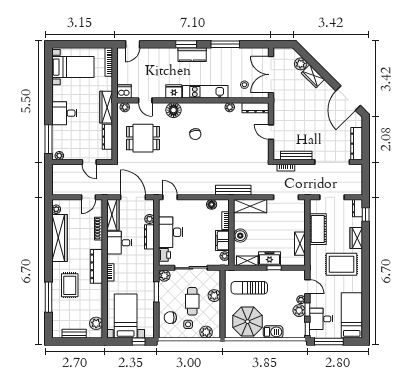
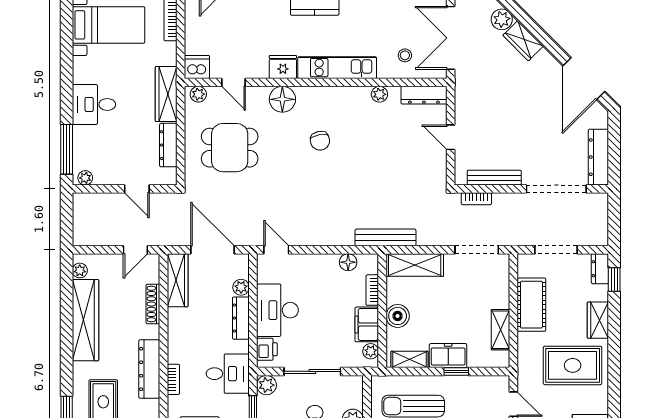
desk: (119, 243) -> (228, 374), moved, turned 180

